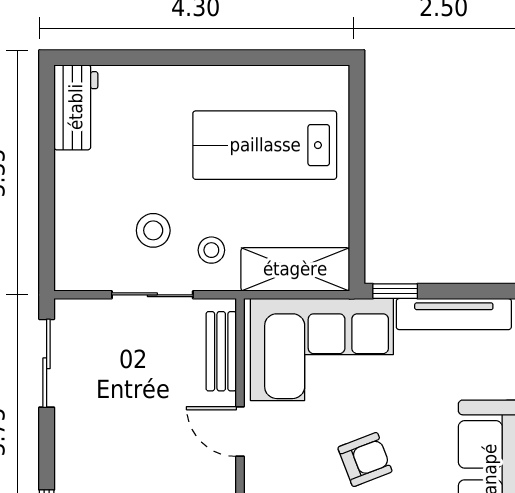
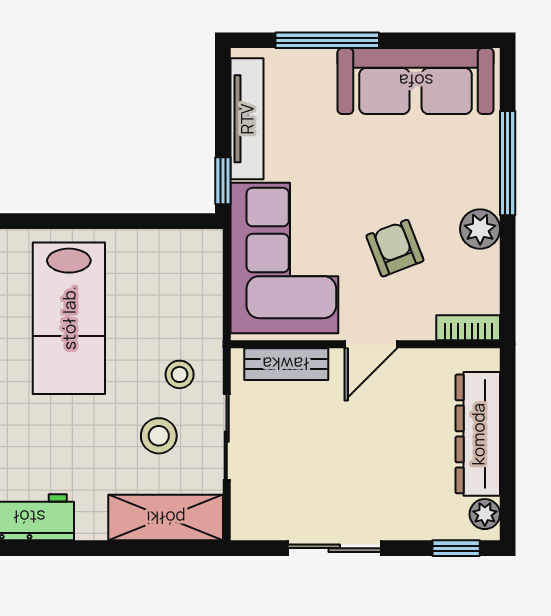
shelving: (295, 269) -> (166, 518), moved, turned 90
sliding door: (47, 363) -> (334, 548), moved
armchair: (365, 459) -> (395, 248), moved

